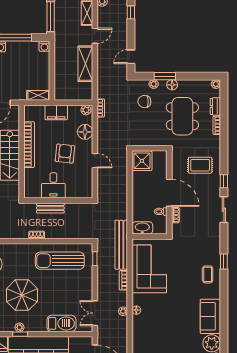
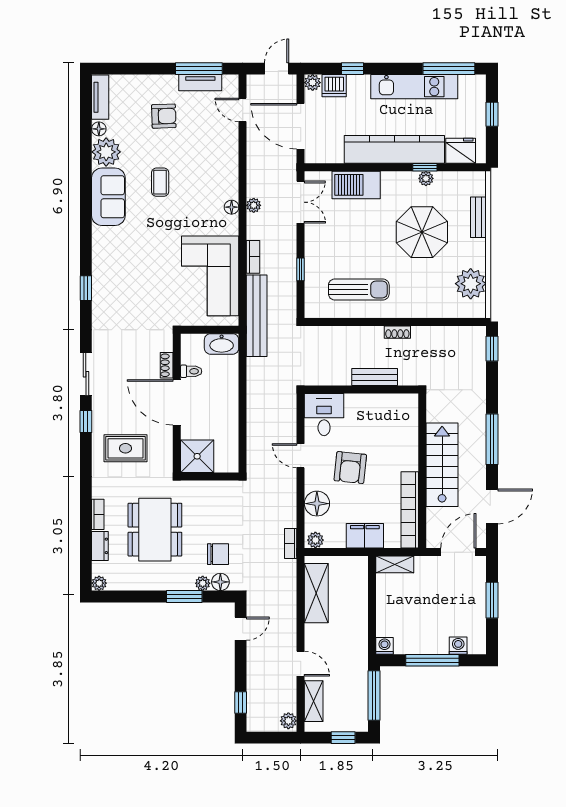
door: (95, 36) -> (301, 664), swing flipped
shelving: (85, 64) -> (316, 593), moved
floor lamp: (172, 85) -> (220, 582), moved
bookcase: (29, 145) -> (410, 510), moved
shower: (142, 161) -> (197, 456), moved
desk: (53, 185) -> (324, 415), moved
window: (95, 259) -> (301, 269), moved
sun lounger: (60, 261) -> (359, 289), width x0.73, depth x0.75
coffee table: (208, 274) -> (160, 182), moved

